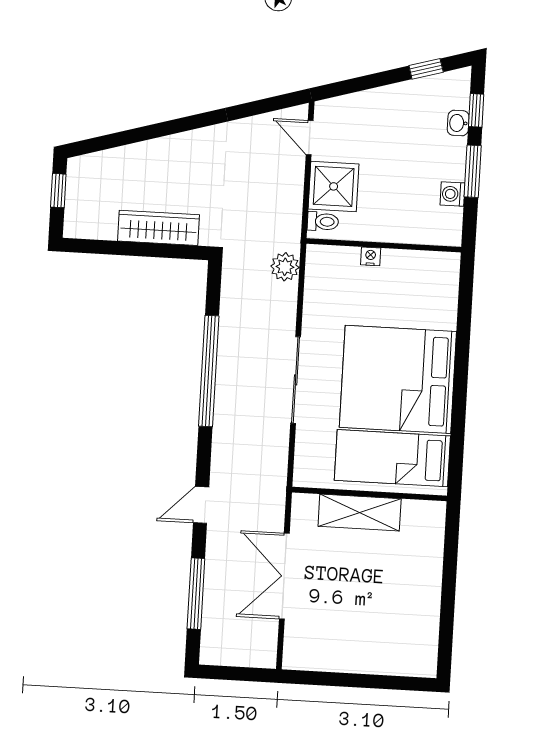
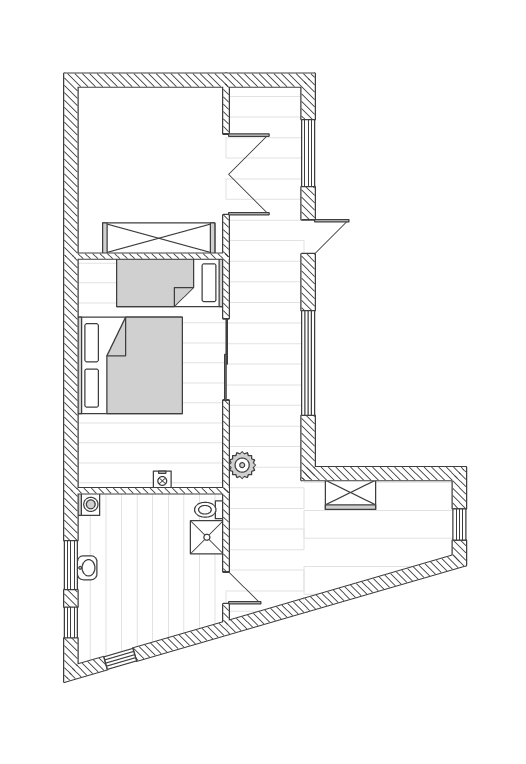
washbasin: (458, 123) -> (87, 568), moved
shower: (334, 186) -> (207, 537), width x0.73, depth x0.73
washing machine: (453, 194) -> (89, 504), moved
wardrobe: (159, 228) -> (350, 495), width x0.67
bed: (392, 458) -> (170, 283), moved, turned 180
shelving: (360, 513) -> (159, 238), width x1.47

